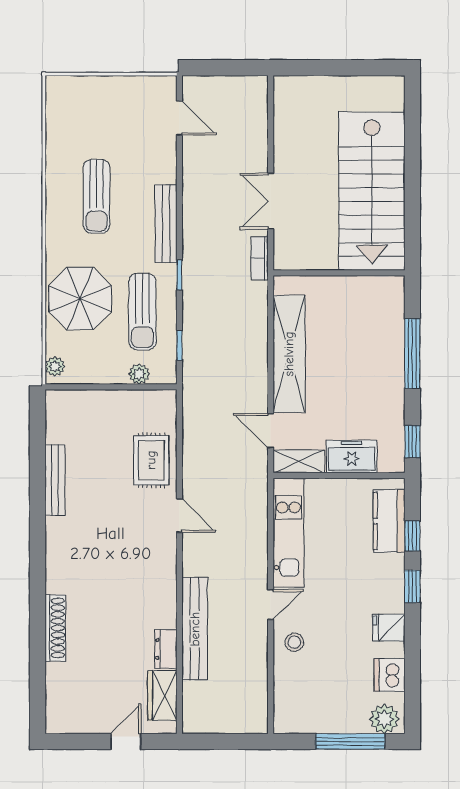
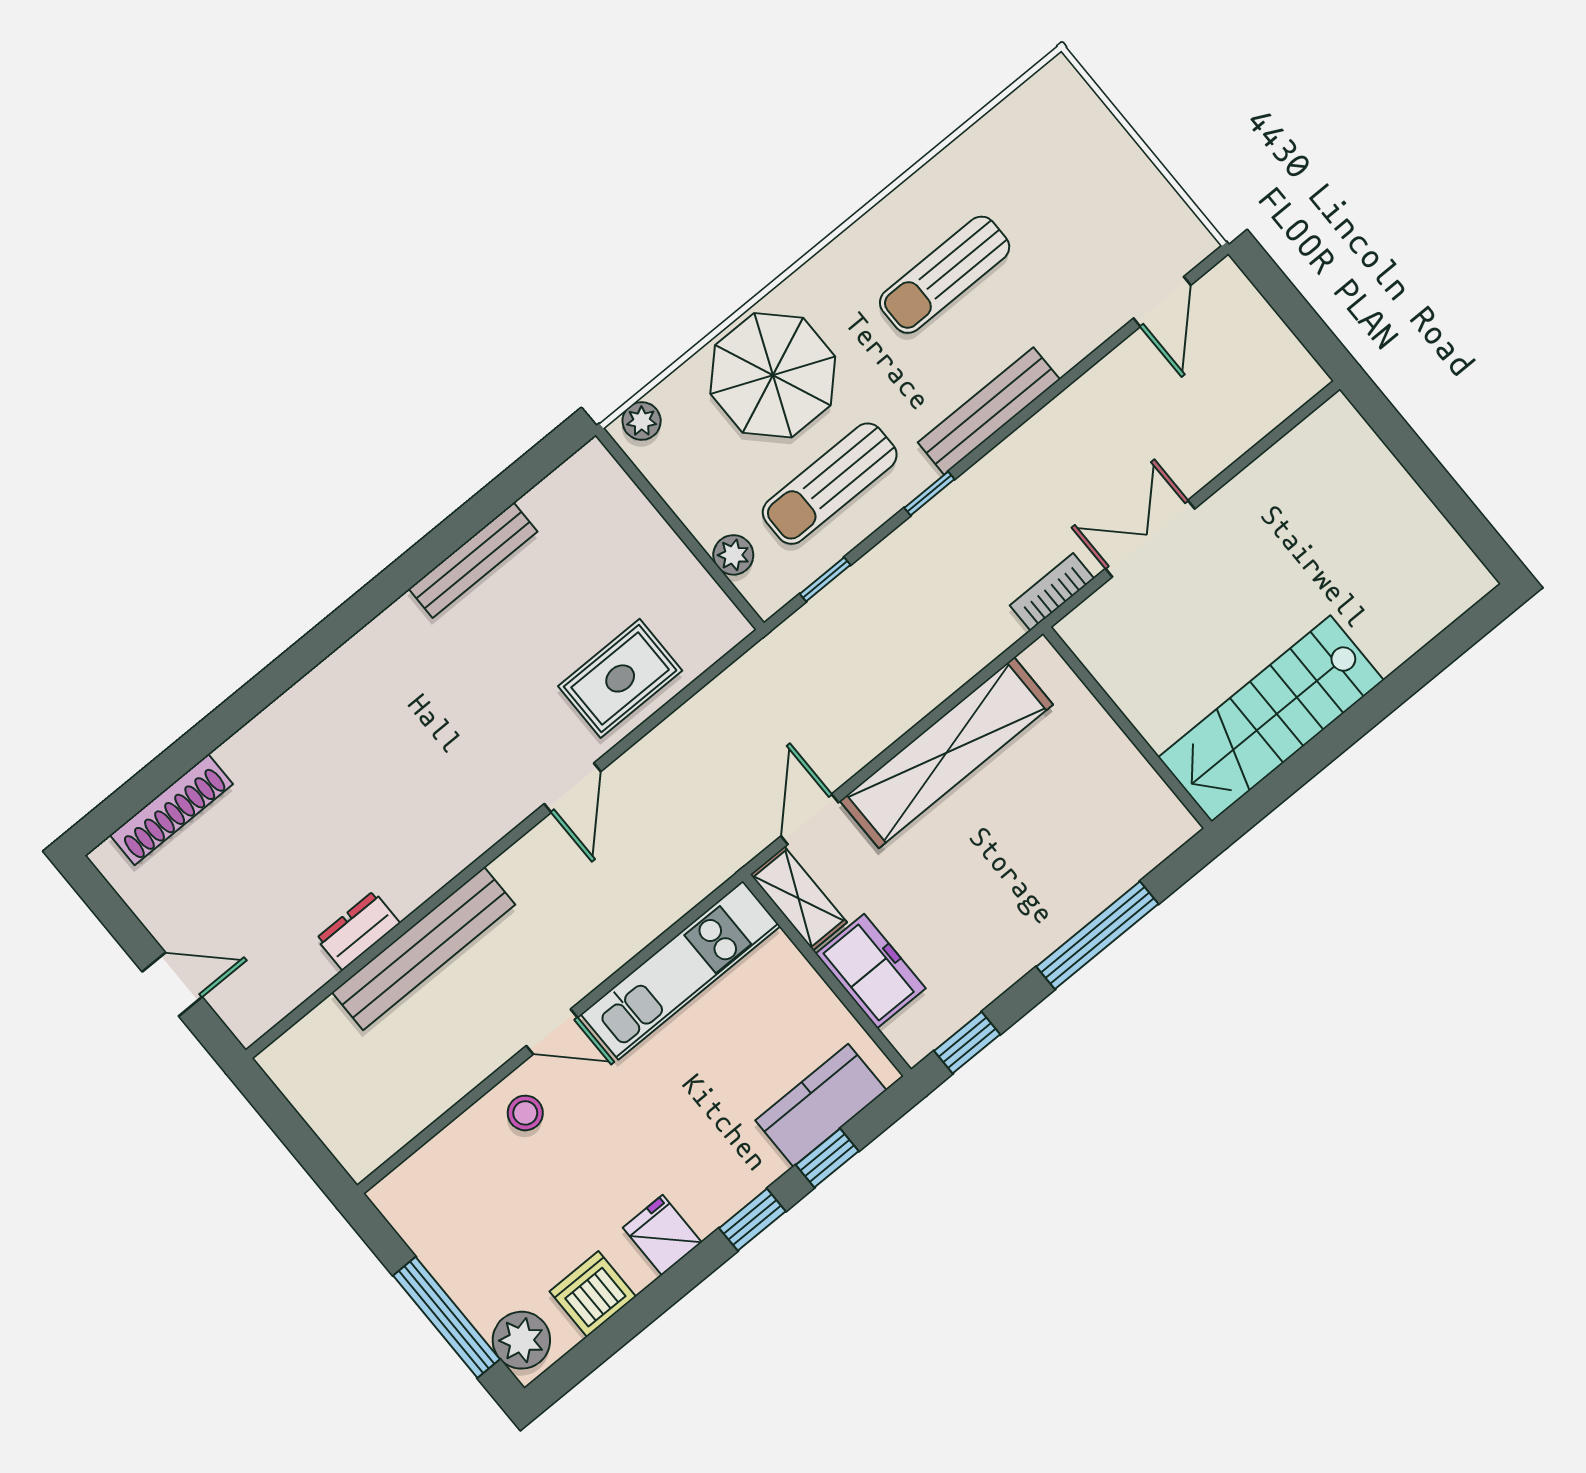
stairs: (372, 191) -> (1271, 719), width x0.73, depth x0.66
shoe rack: (55, 628) -> (171, 810), moved
wardrobe: (162, 696) -> (285, 982), removed

